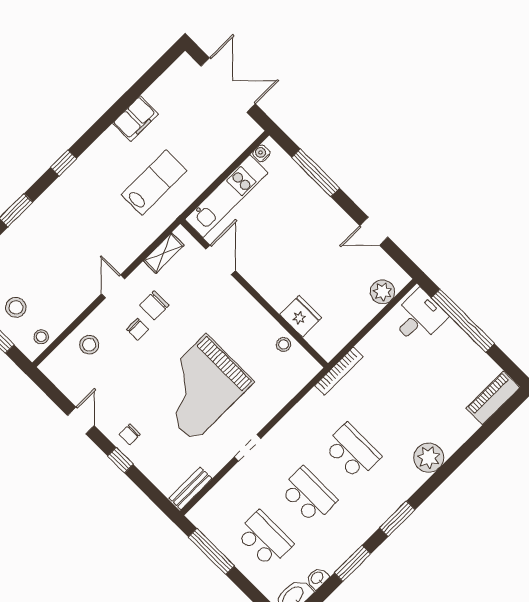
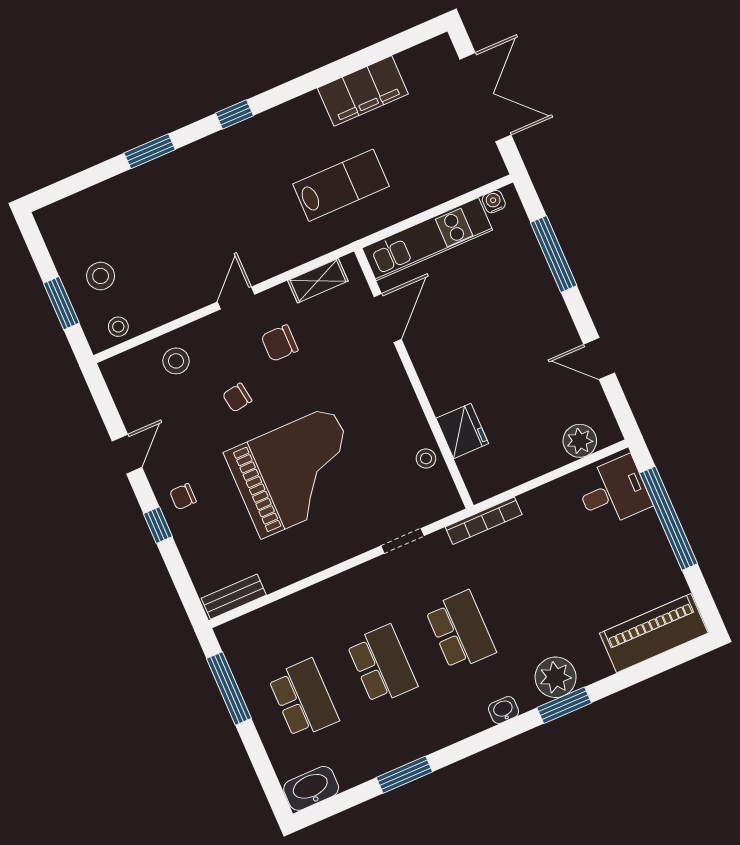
filing cabinet: (135, 119) -> (363, 91), width x1.50, depth x1.17
chair: (138, 329) -> (237, 398), moved, turned 81
grand piano: (200, 388) -> (296, 472), turned 180
piano: (493, 398) -> (654, 633), width x1.37, depth x1.33
doorway: (248, 448) -> (402, 541), moved
window: (397, 519) -> (564, 705), moved
washbasin: (317, 578) -> (504, 710), moved

